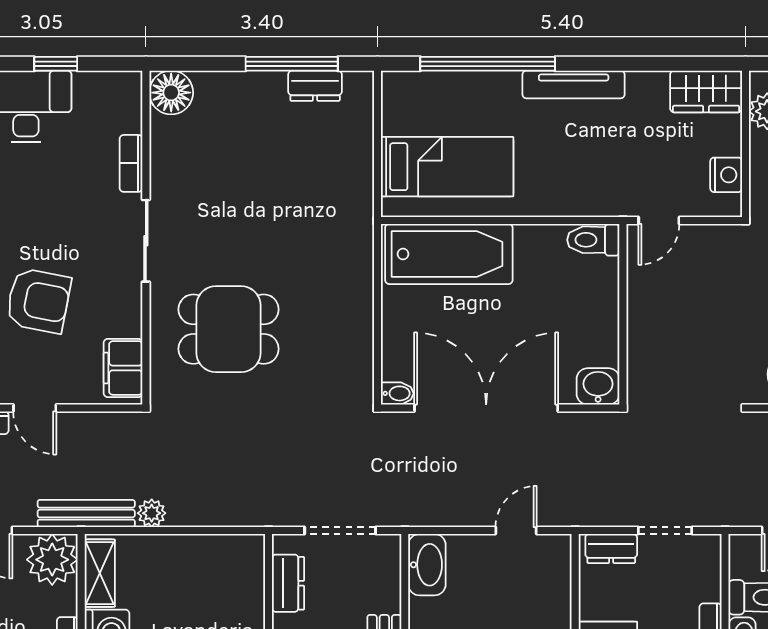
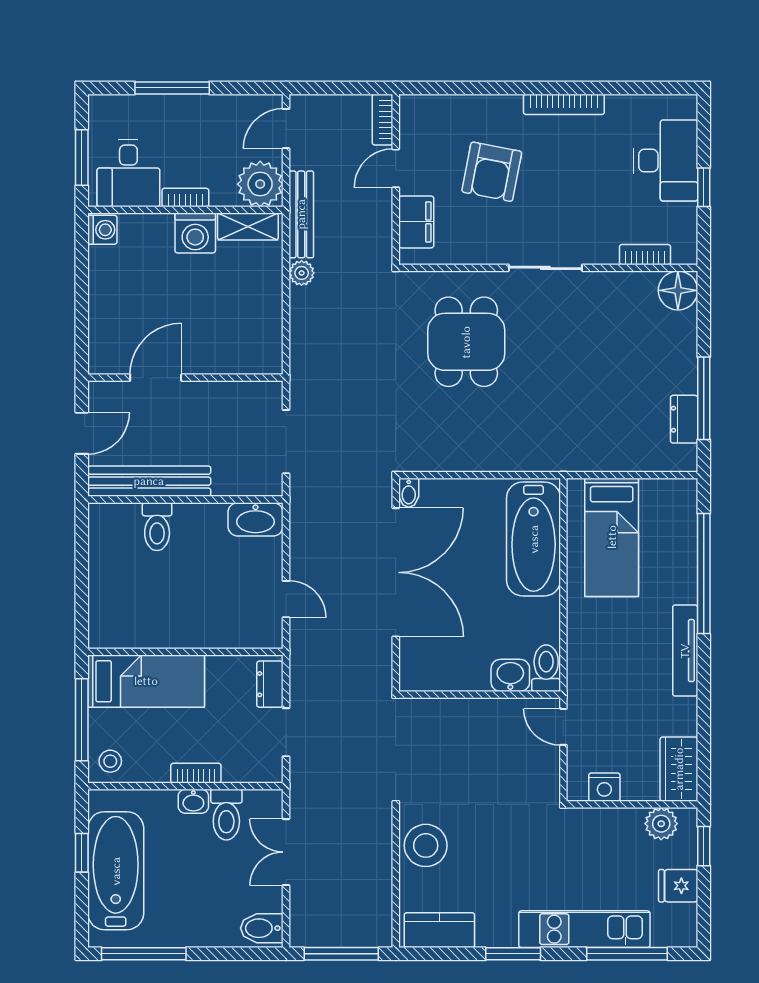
bookcase: (131, 163) -> (645, 255), moved
filing cabinet: (123, 368) -> (416, 222), moved, turned 90
washbasin: (598, 386) -> (510, 675), moved, turned -90
dresser: (288, 583) -> (239, 395), removed

